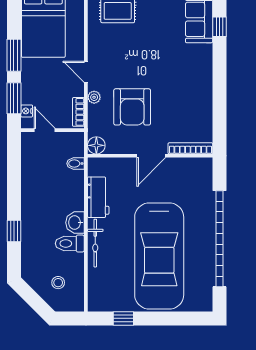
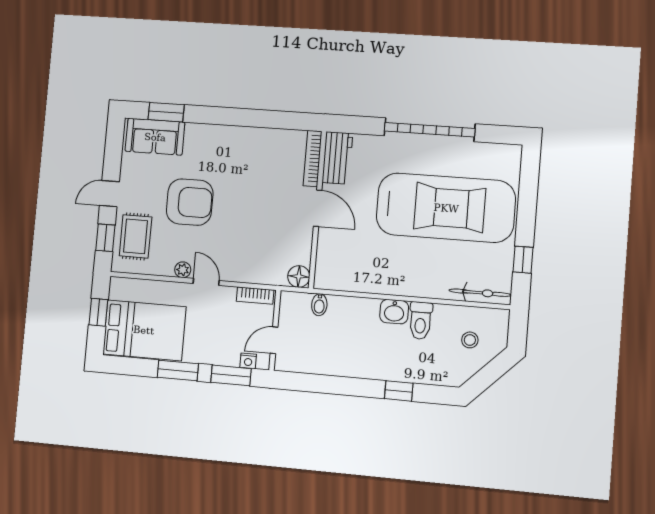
window: (220, 27) -> (166, 112), width x1.50
door: (86, 72) -> (206, 282), swing flipped
plant: (94, 97) -> (183, 270), moved
armchair: (132, 107) -> (190, 202), moved
workbench: (98, 197) -> (337, 158), moved, turned 90
garage door: (220, 239) -> (430, 130), width x0.73
bicycle: (95, 243) -> (480, 293), moved

